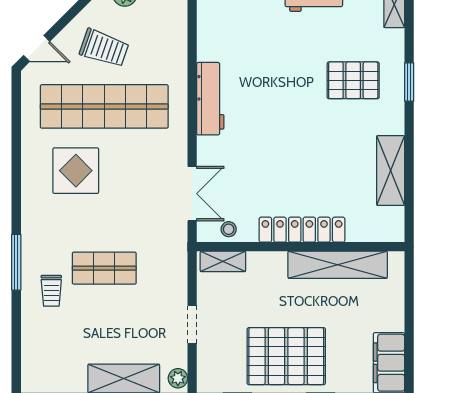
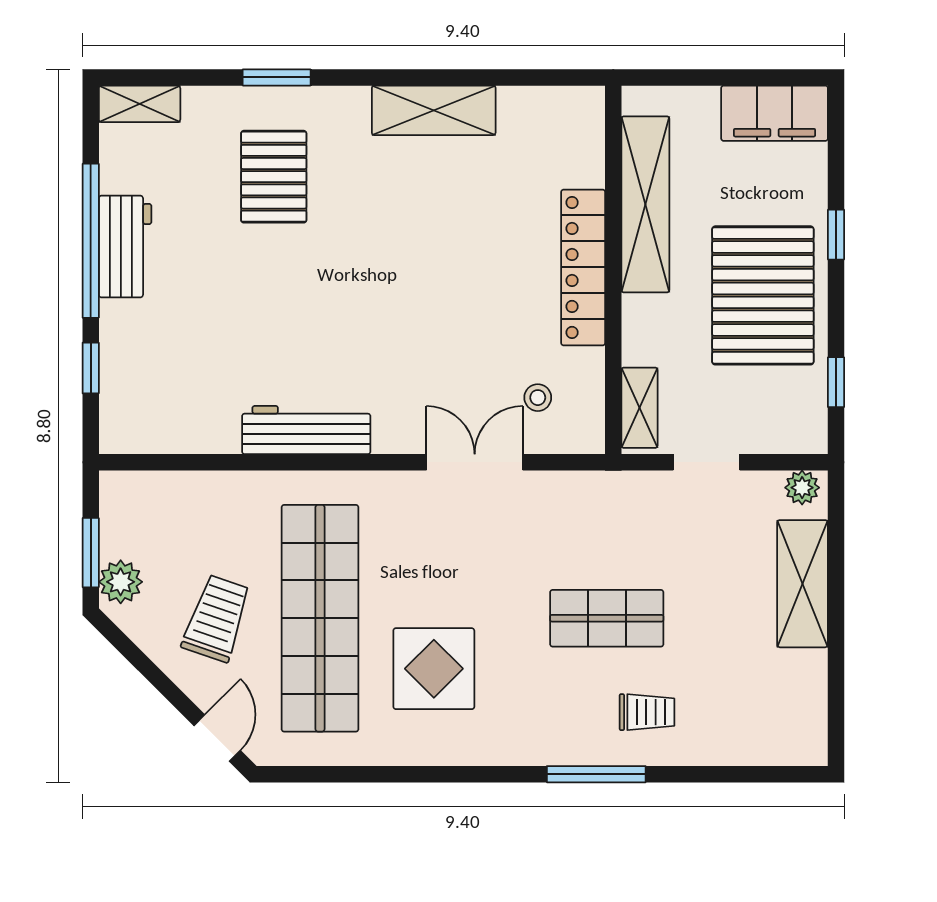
locker: (302, 230) -> (583, 267), moved
wall: (301, 247) -> (613, 270), moved
shelving: (223, 261) -> (639, 408), moved
shelving: (338, 265) -> (645, 204), moved
shop shelf: (104, 268) -> (607, 618), turned 90

